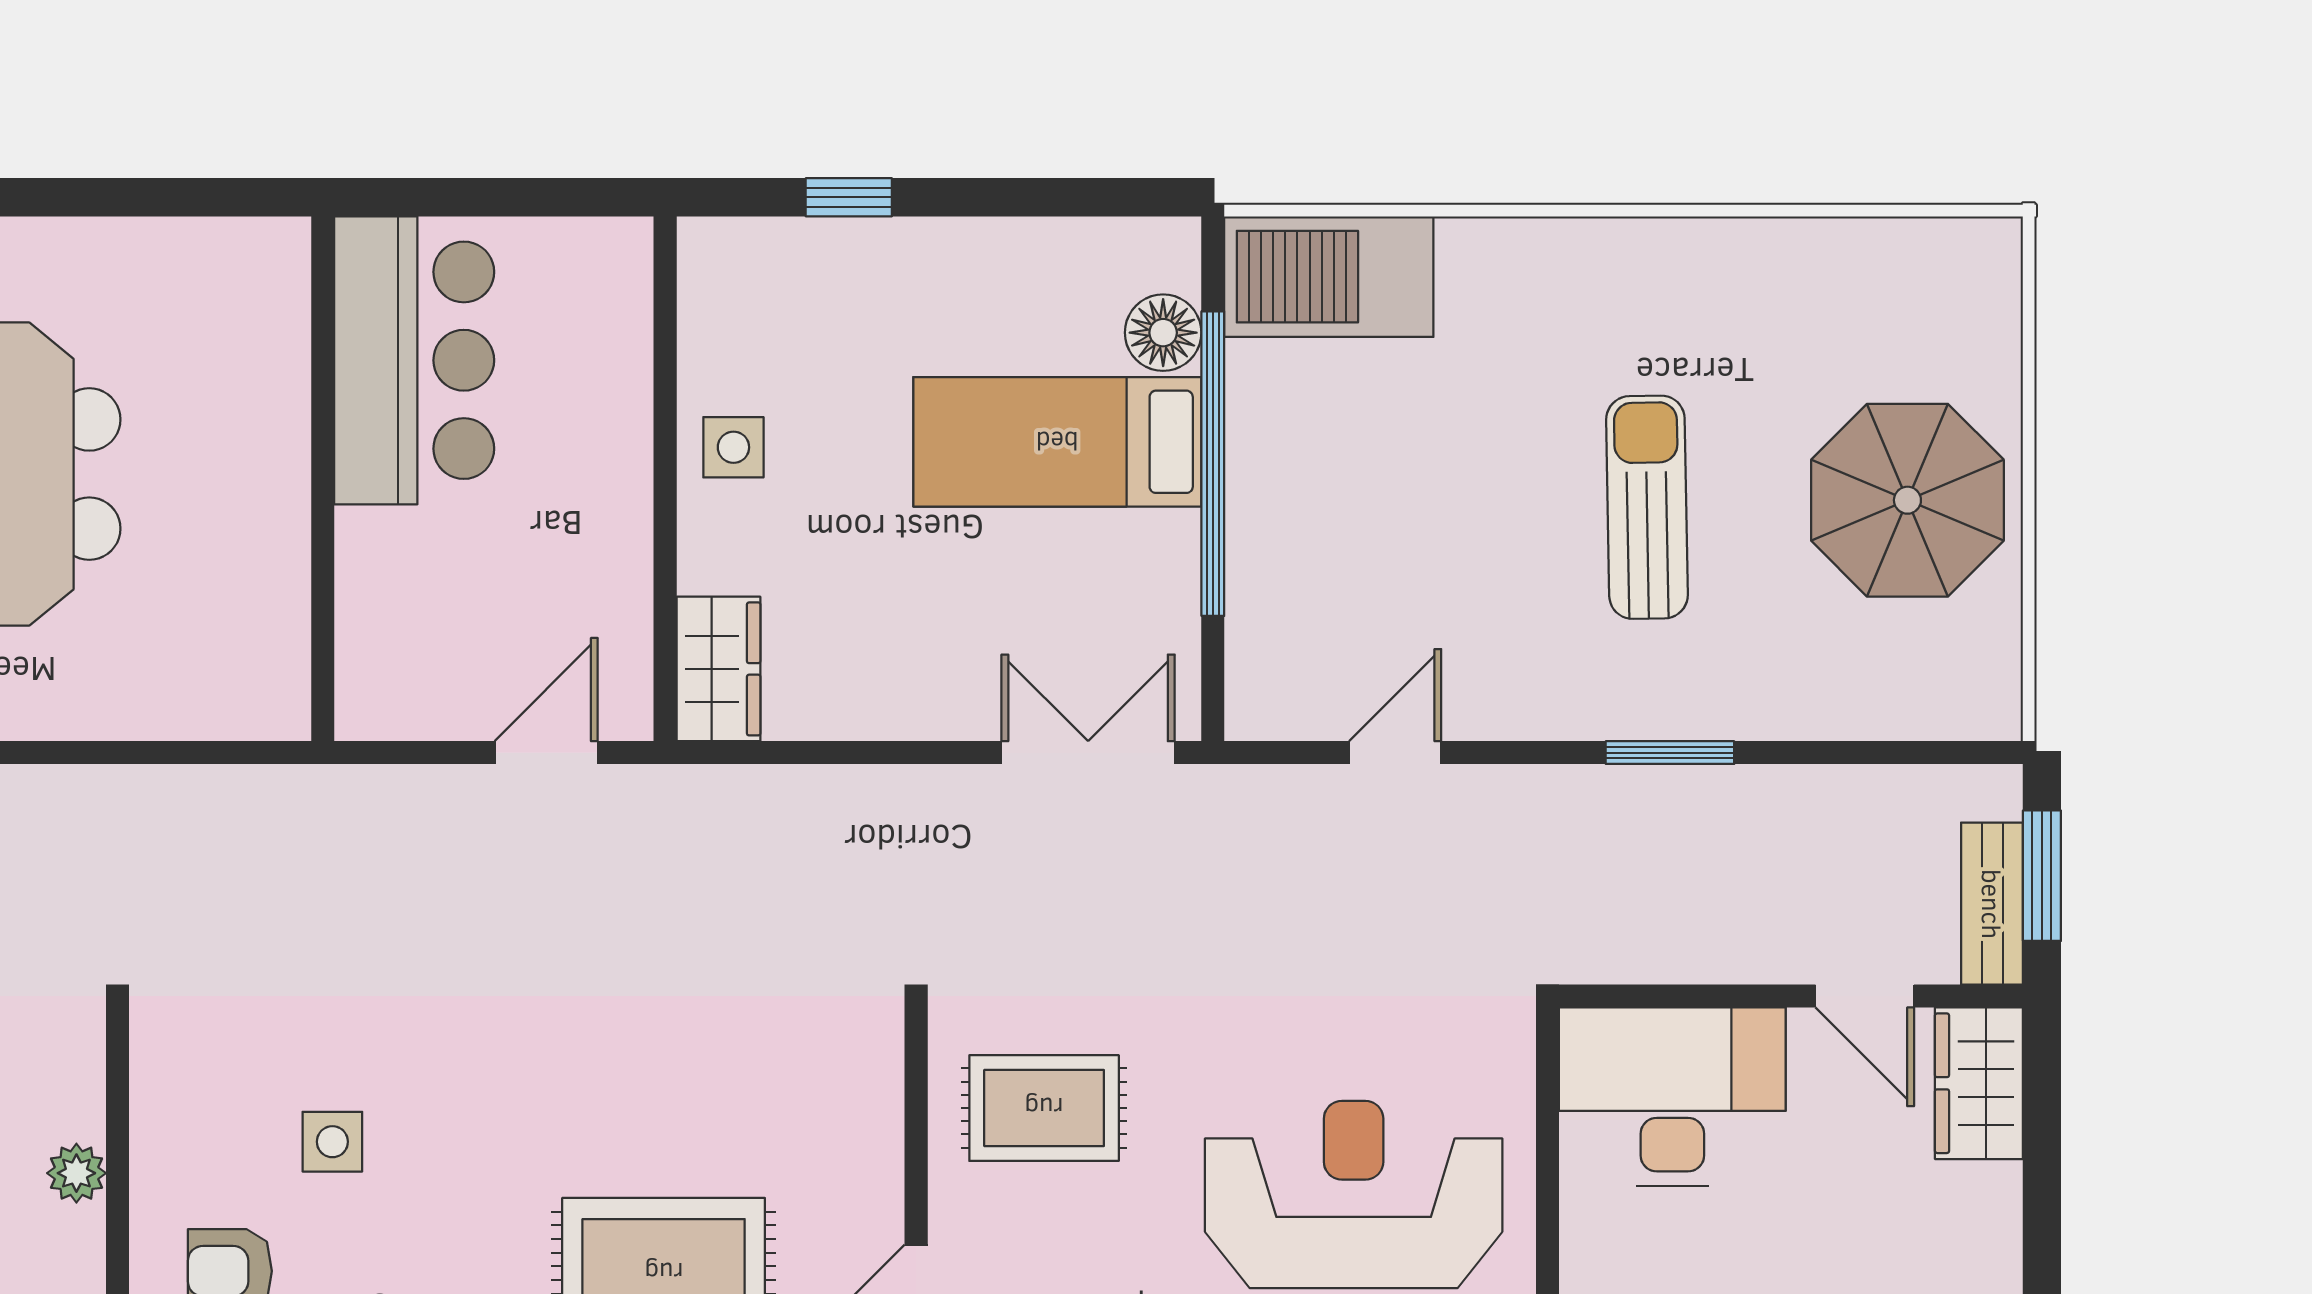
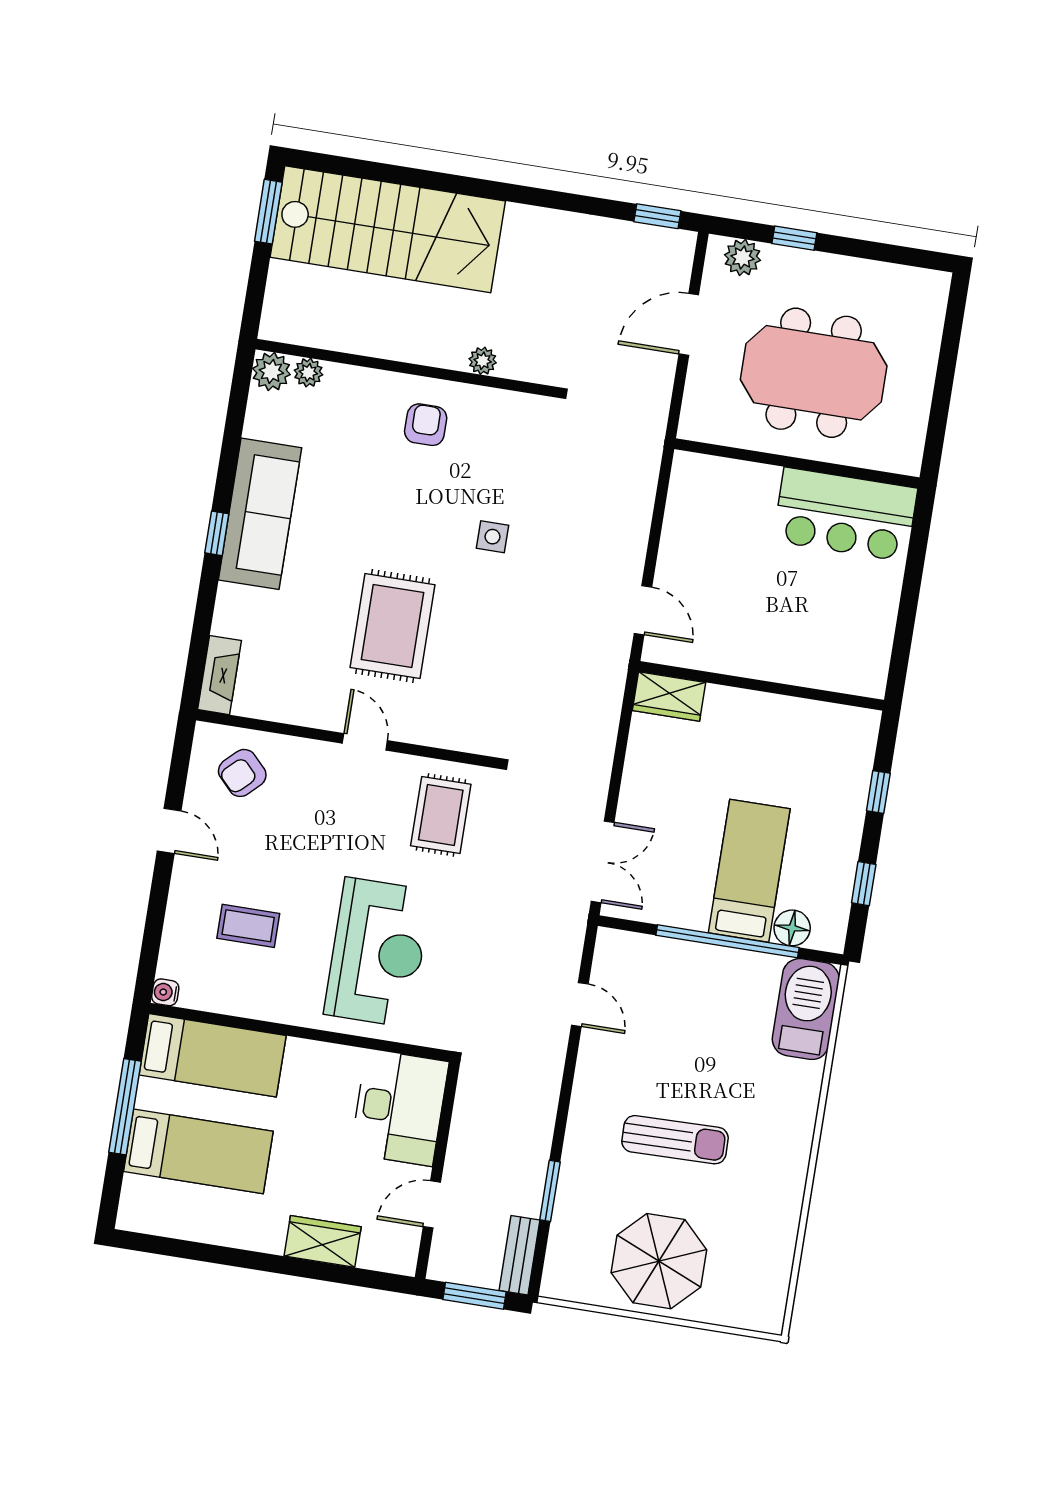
window: (1046, 197) -> (864, 884), added
bar counter: (414, 360) -> (845, 514), moved
side table: (733, 447) -> (771, 720), removed
wall: (323, 479) -> (797, 463), moved
window: (1670, 753) -> (550, 1191), moved
bench: (1992, 904) -> (519, 1255), moved, turned 90
wardrobe: (1979, 1083) -> (323, 1241), moved
side table: (332, 1142) -> (492, 537), moved

